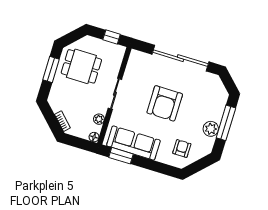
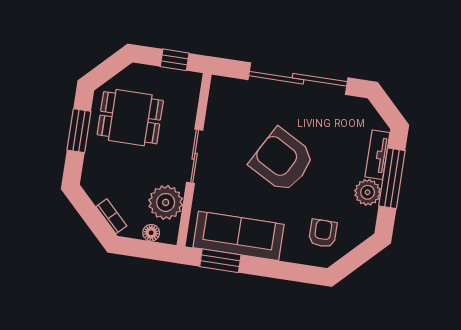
armchair: (165, 103) -> (282, 160), turned 119
tv unit: (220, 108) -> (377, 155), added
plant: (99, 119) -> (166, 202), width x1.87, depth x1.87
floor lamp: (94, 137) -> (151, 233), moved

